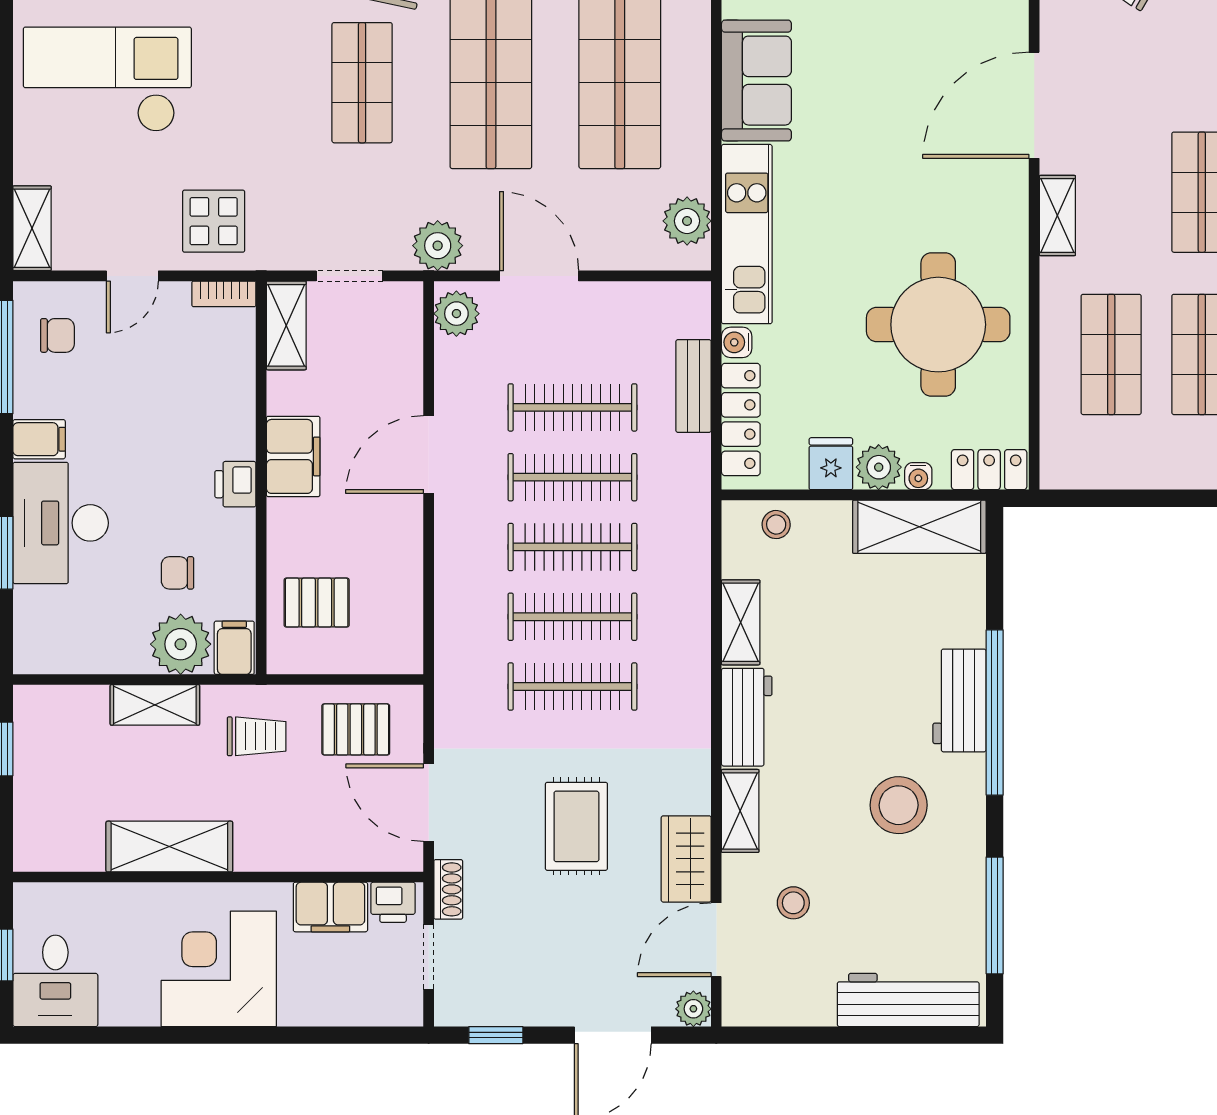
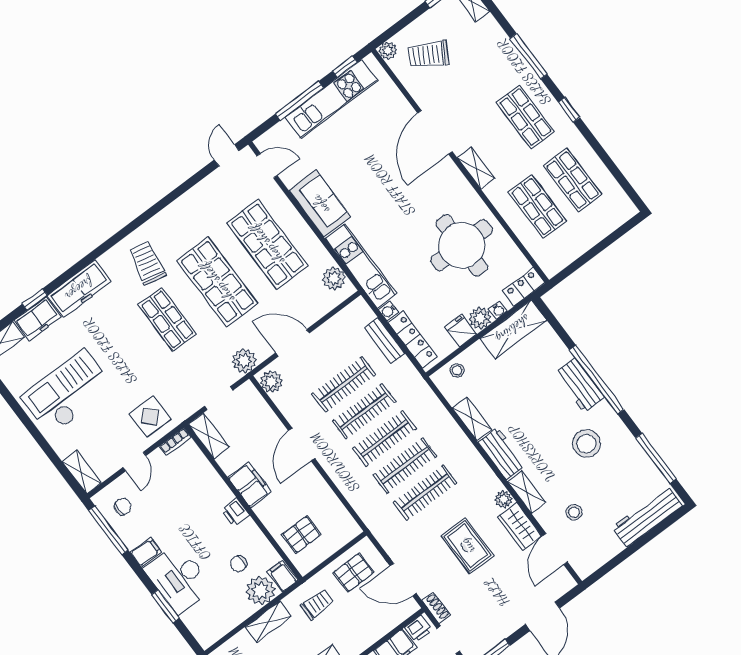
plant: (693, 1009) -> (504, 499), moved

